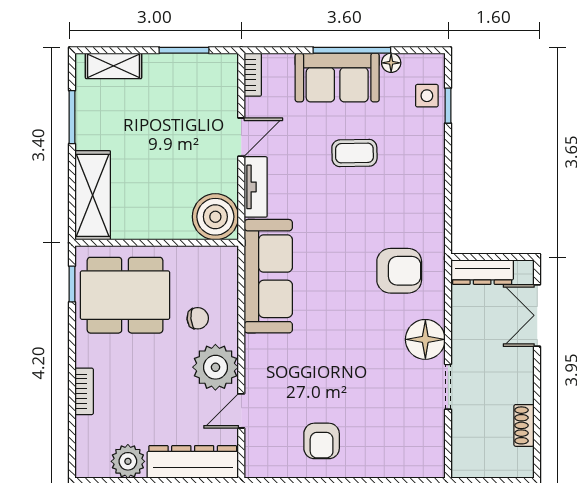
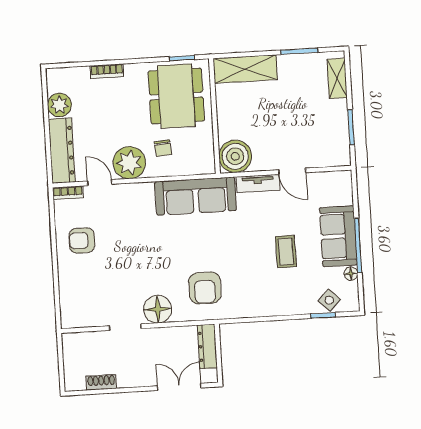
bookcase: (253, 75) -> (68, 193), moved
side table: (427, 96) -> (329, 300), turned 45

